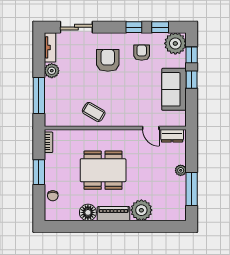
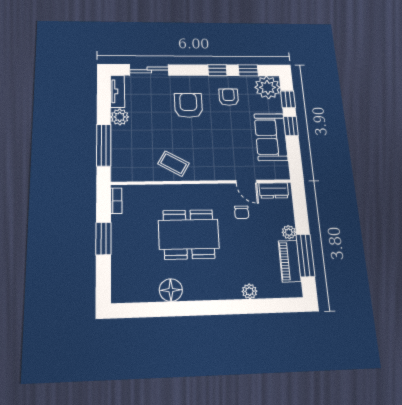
chair: (53, 196) -> (242, 212), moved
plant: (141, 210) -> (249, 291), width x0.53, depth x0.53
piano: (114, 214) -> (290, 261), moved, turned -90

